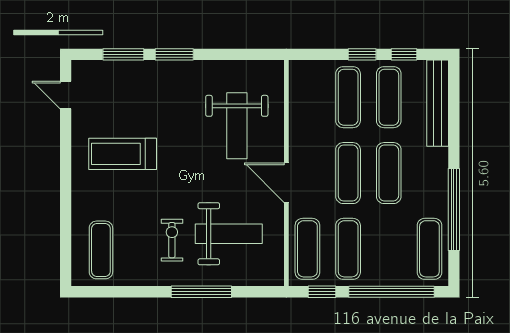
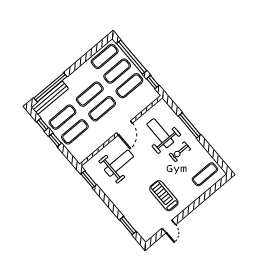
window: (174, 54) -> (89, 179), moved
door: (66, 95) -> (169, 227), moved
treadmill: (123, 154) -> (164, 196), turned 180
window: (454, 210) -> (50, 87), moved
exercise mat: (307, 249) -> (117, 71), moved

